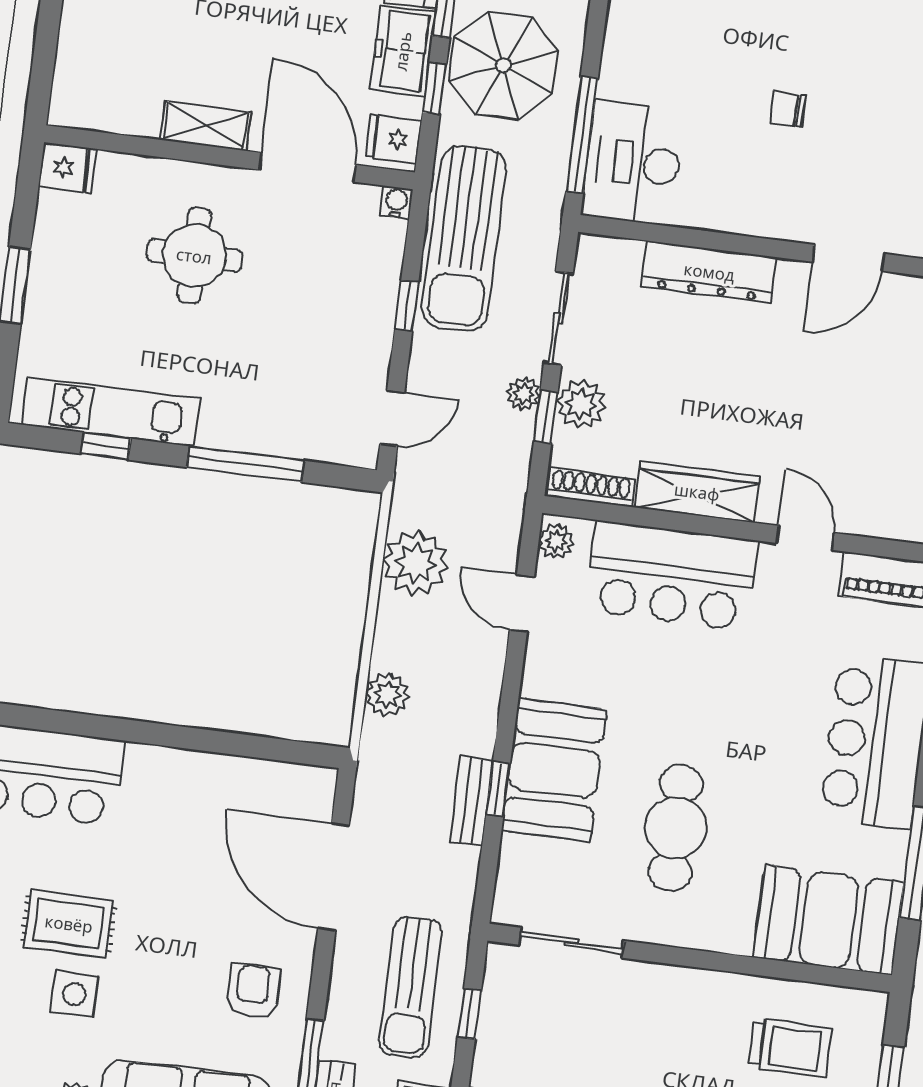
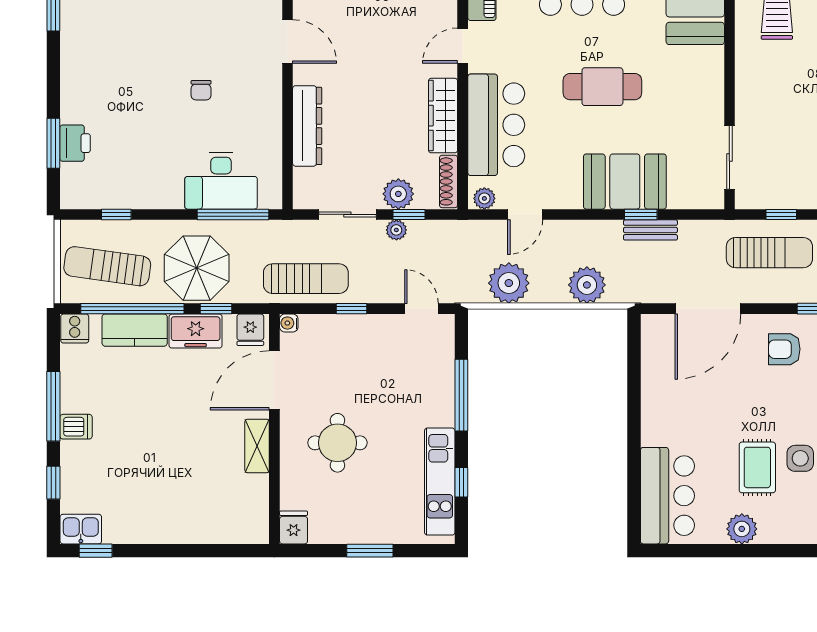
desk: (633, 163) -> (221, 181), moved
sun lounger: (464, 239) -> (306, 279), width x0.73, depth x0.75
plant: (387, 695) -> (587, 285), width x1.36, depth x1.36
cafe table: (676, 828) -> (602, 87), moved

